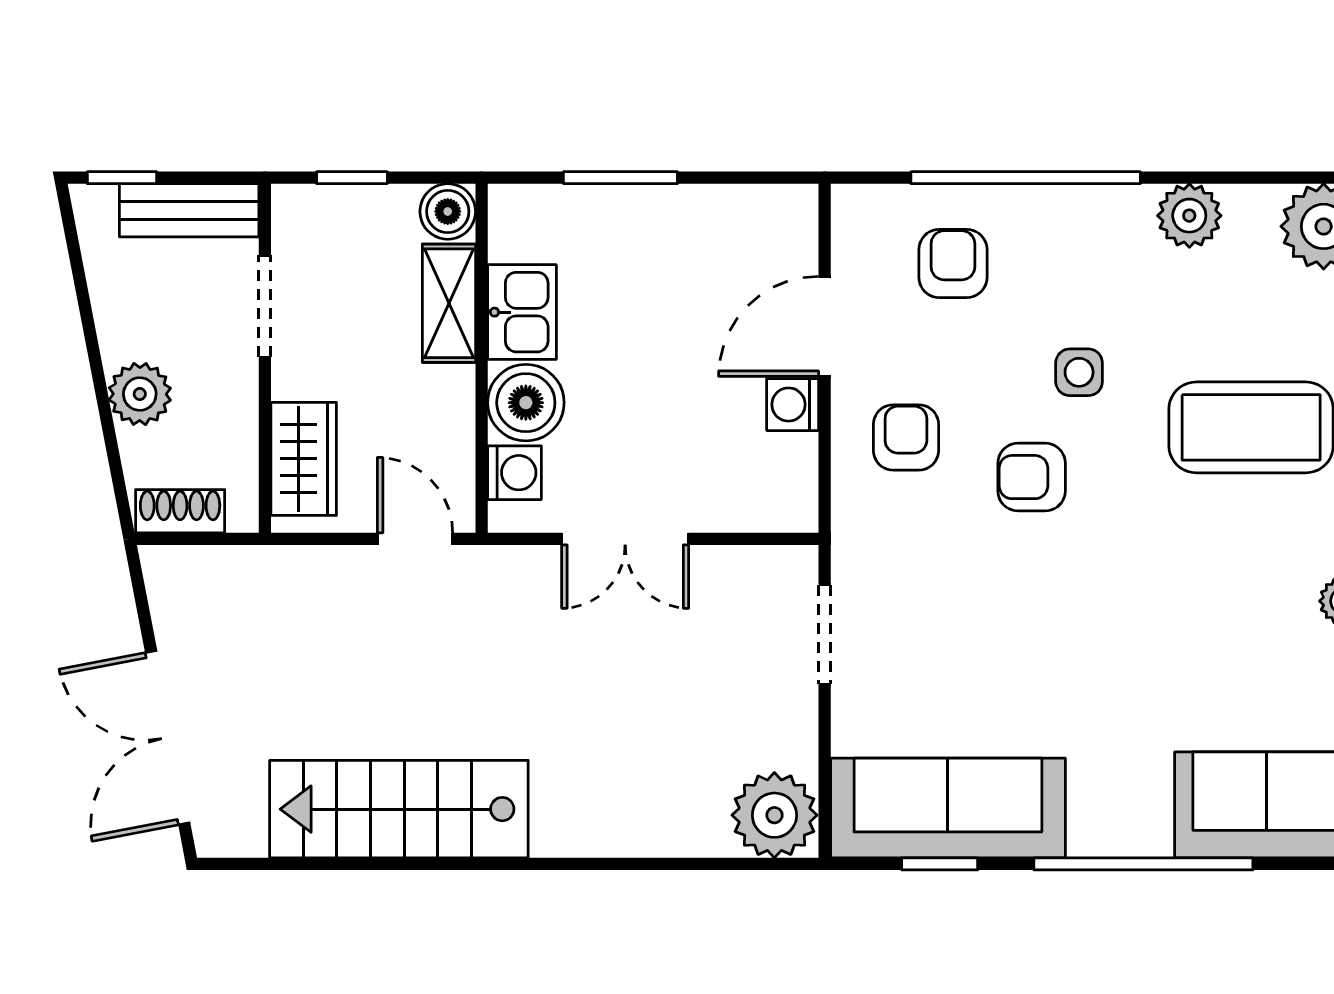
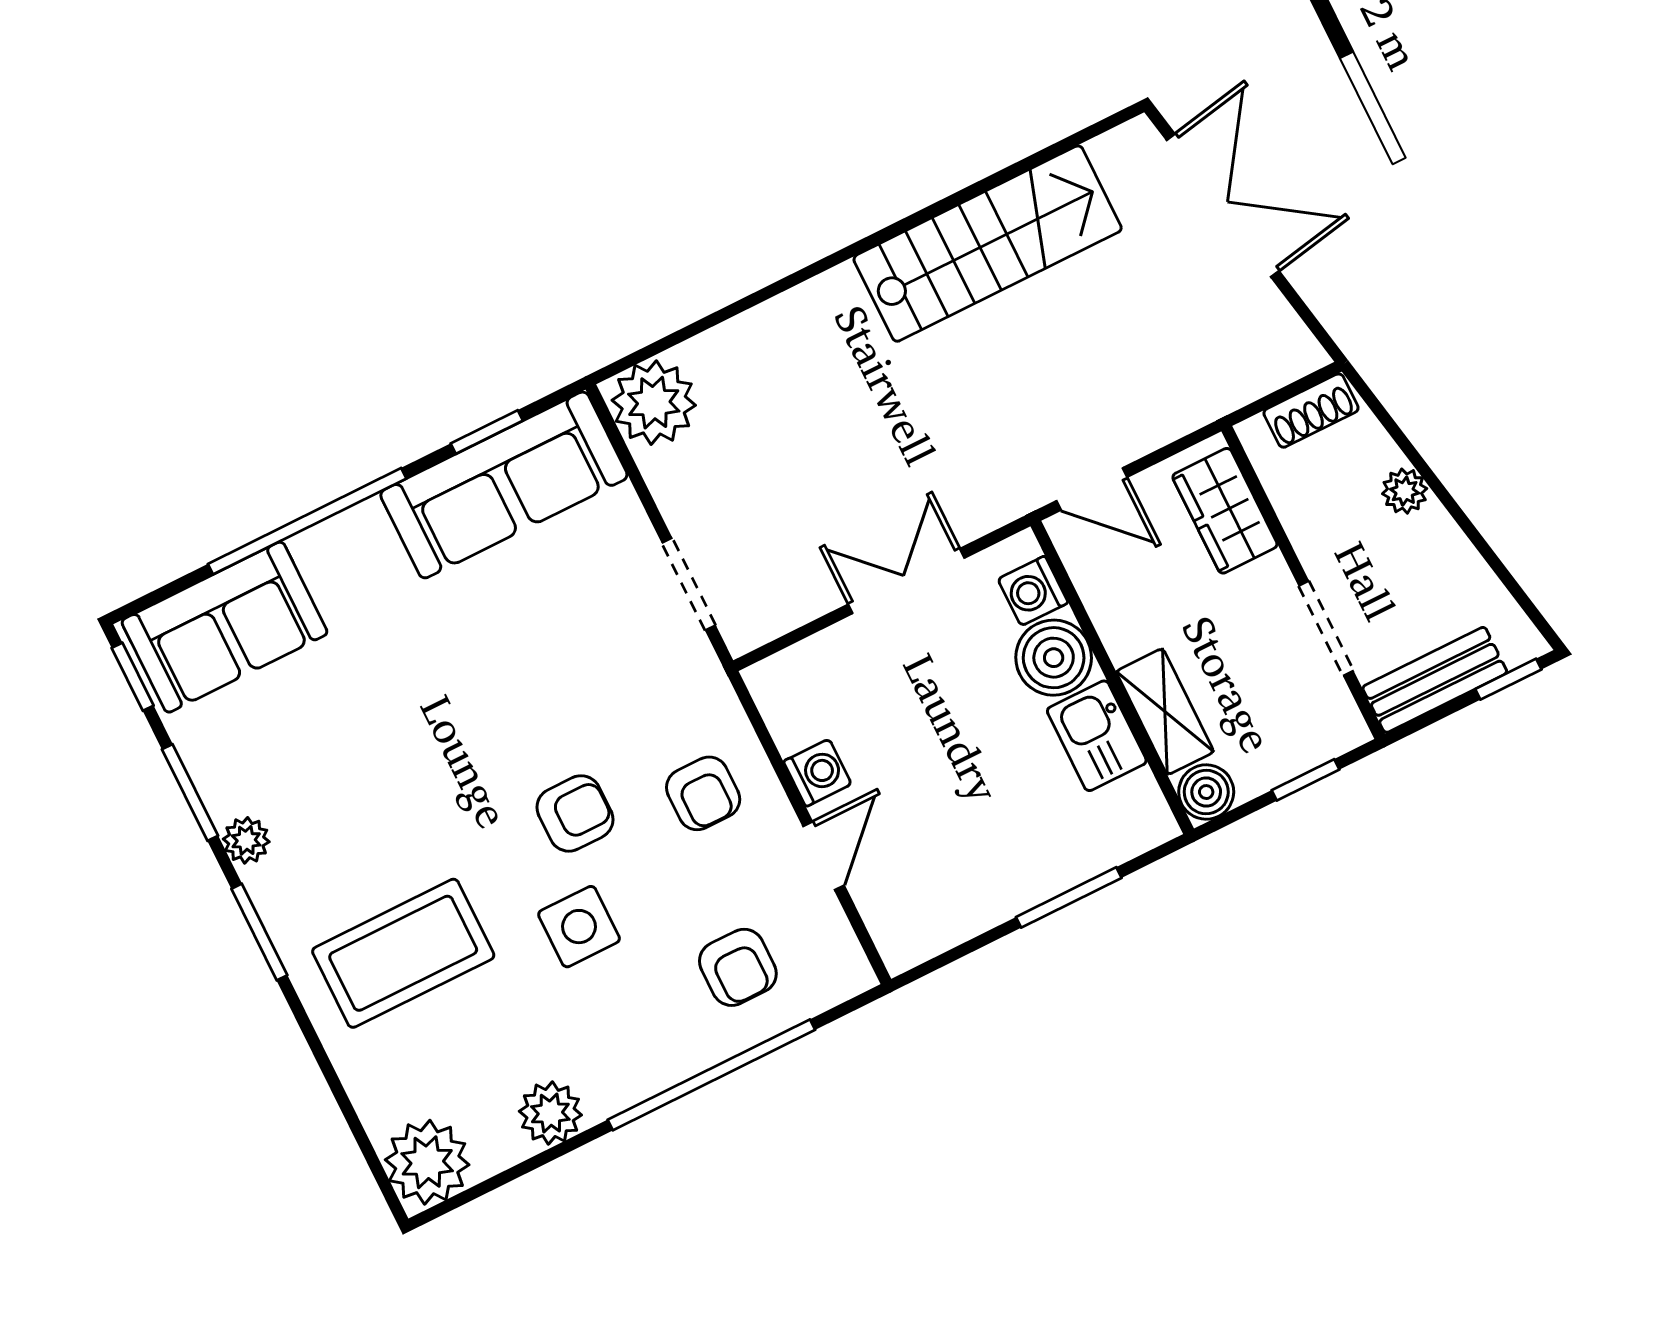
door: (825, 326) -> (824, 856), width x0.73
side table: (1079, 372) -> (579, 927), width x1.37, depth x1.37
plant: (140, 394) -> (1405, 491), width x0.73, depth x0.73

